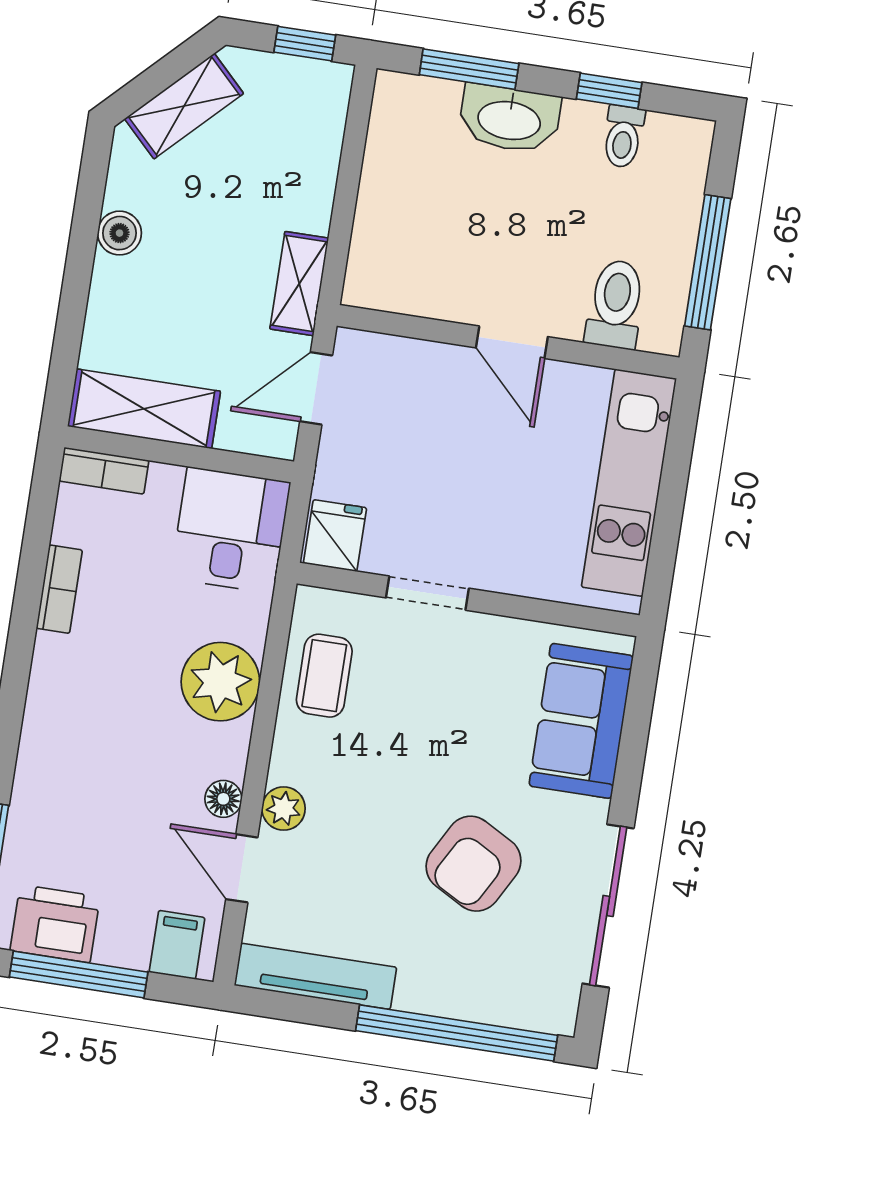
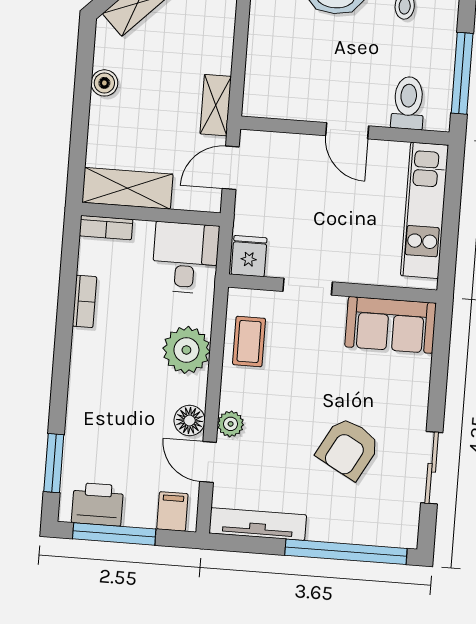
sofa: (581, 721) -> (391, 325), moved, turned -90
floor lamp: (223, 799) -> (190, 420), width x1.37, depth x1.37
sliding door: (608, 906) -> (432, 468), width x0.73

